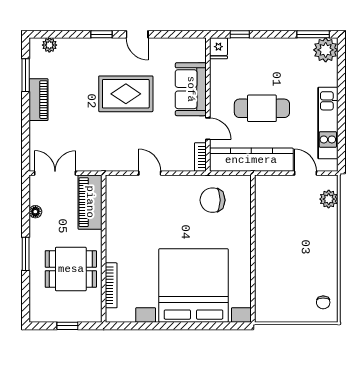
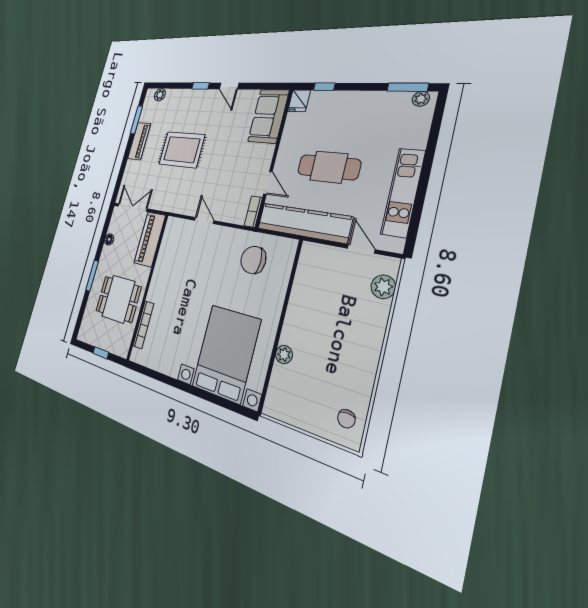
plant: (326, 50) -> (421, 99), width x0.53, depth x0.53
sofa: (191, 89) -> (268, 116), moved
rug: (126, 94) -> (182, 150), moved
plant: (262, 271) -> (284, 355), added
bed with nightstands: (194, 285) -> (226, 353), width x0.73

